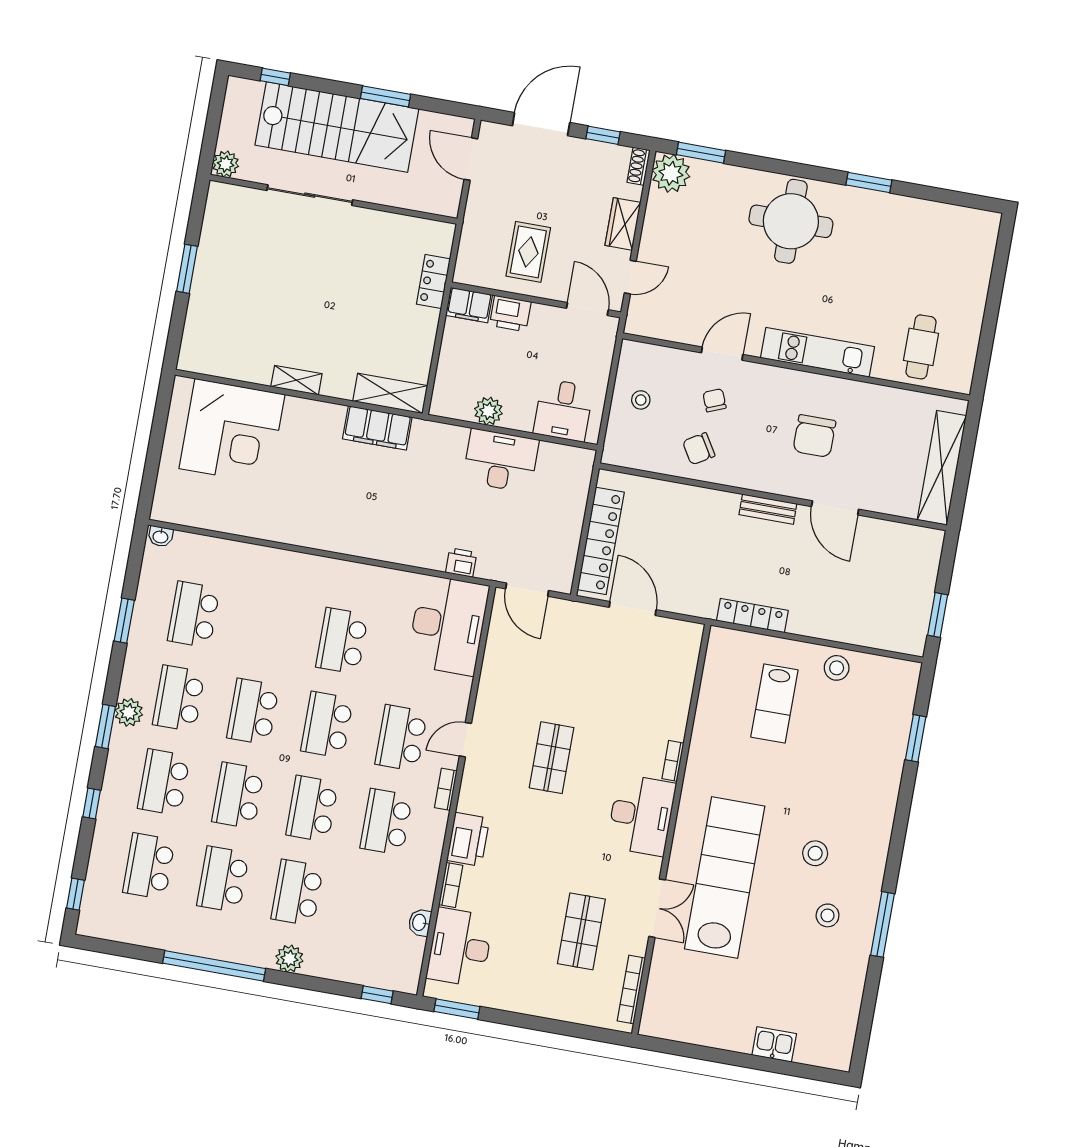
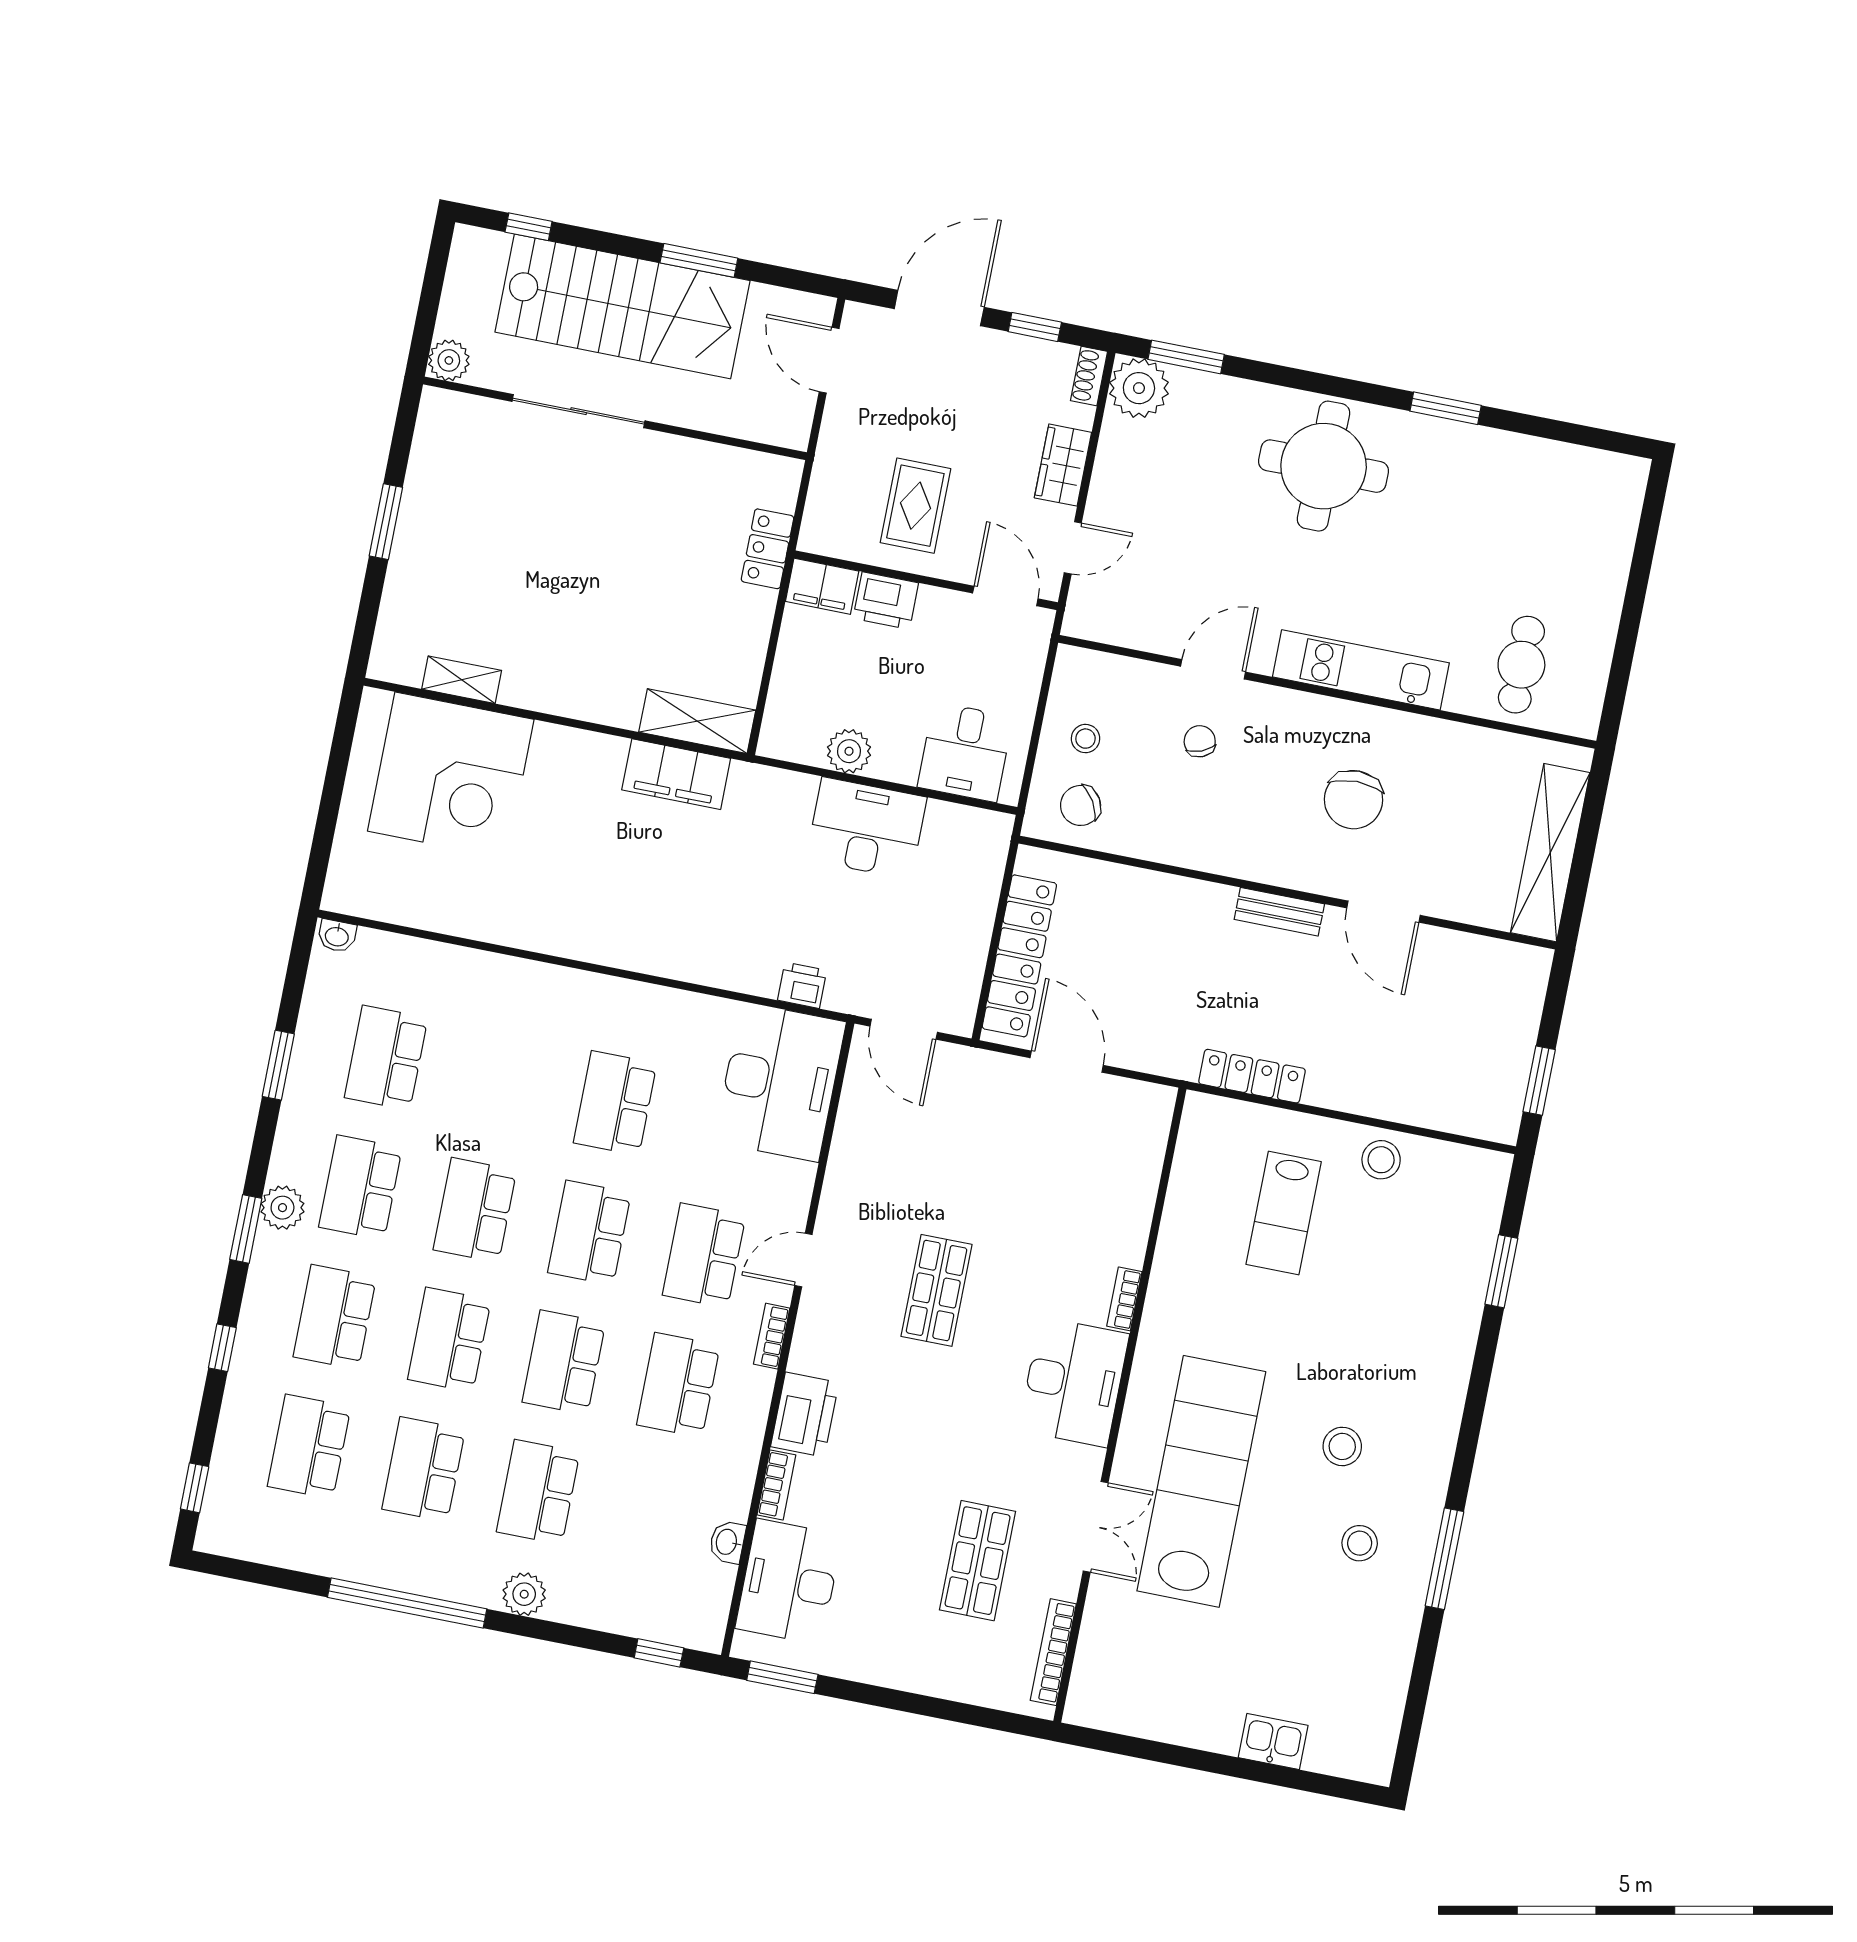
shelving: (296, 380) -> (462, 680), moved
chair: (699, 449) -> (1081, 805), moved

